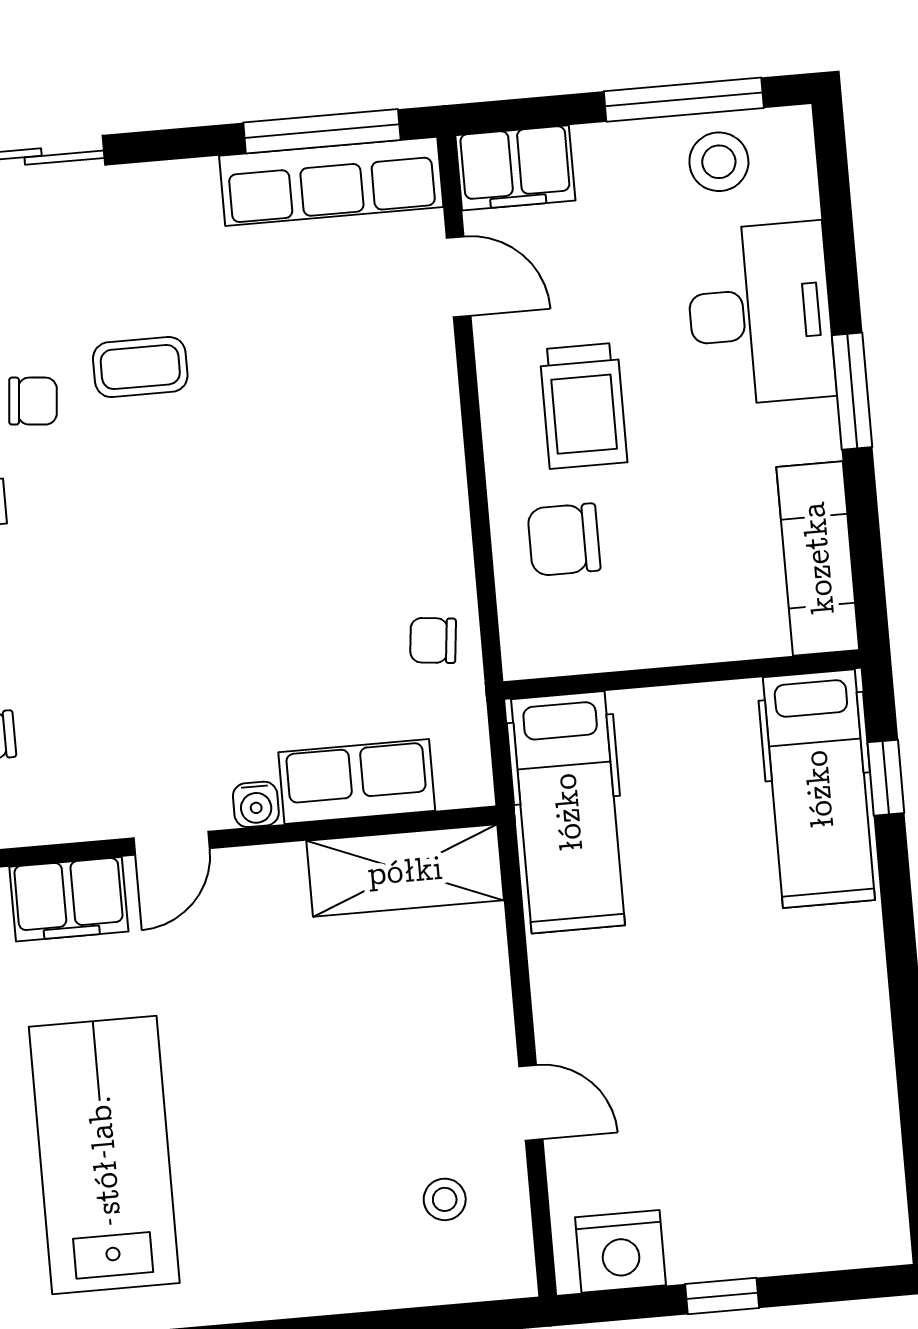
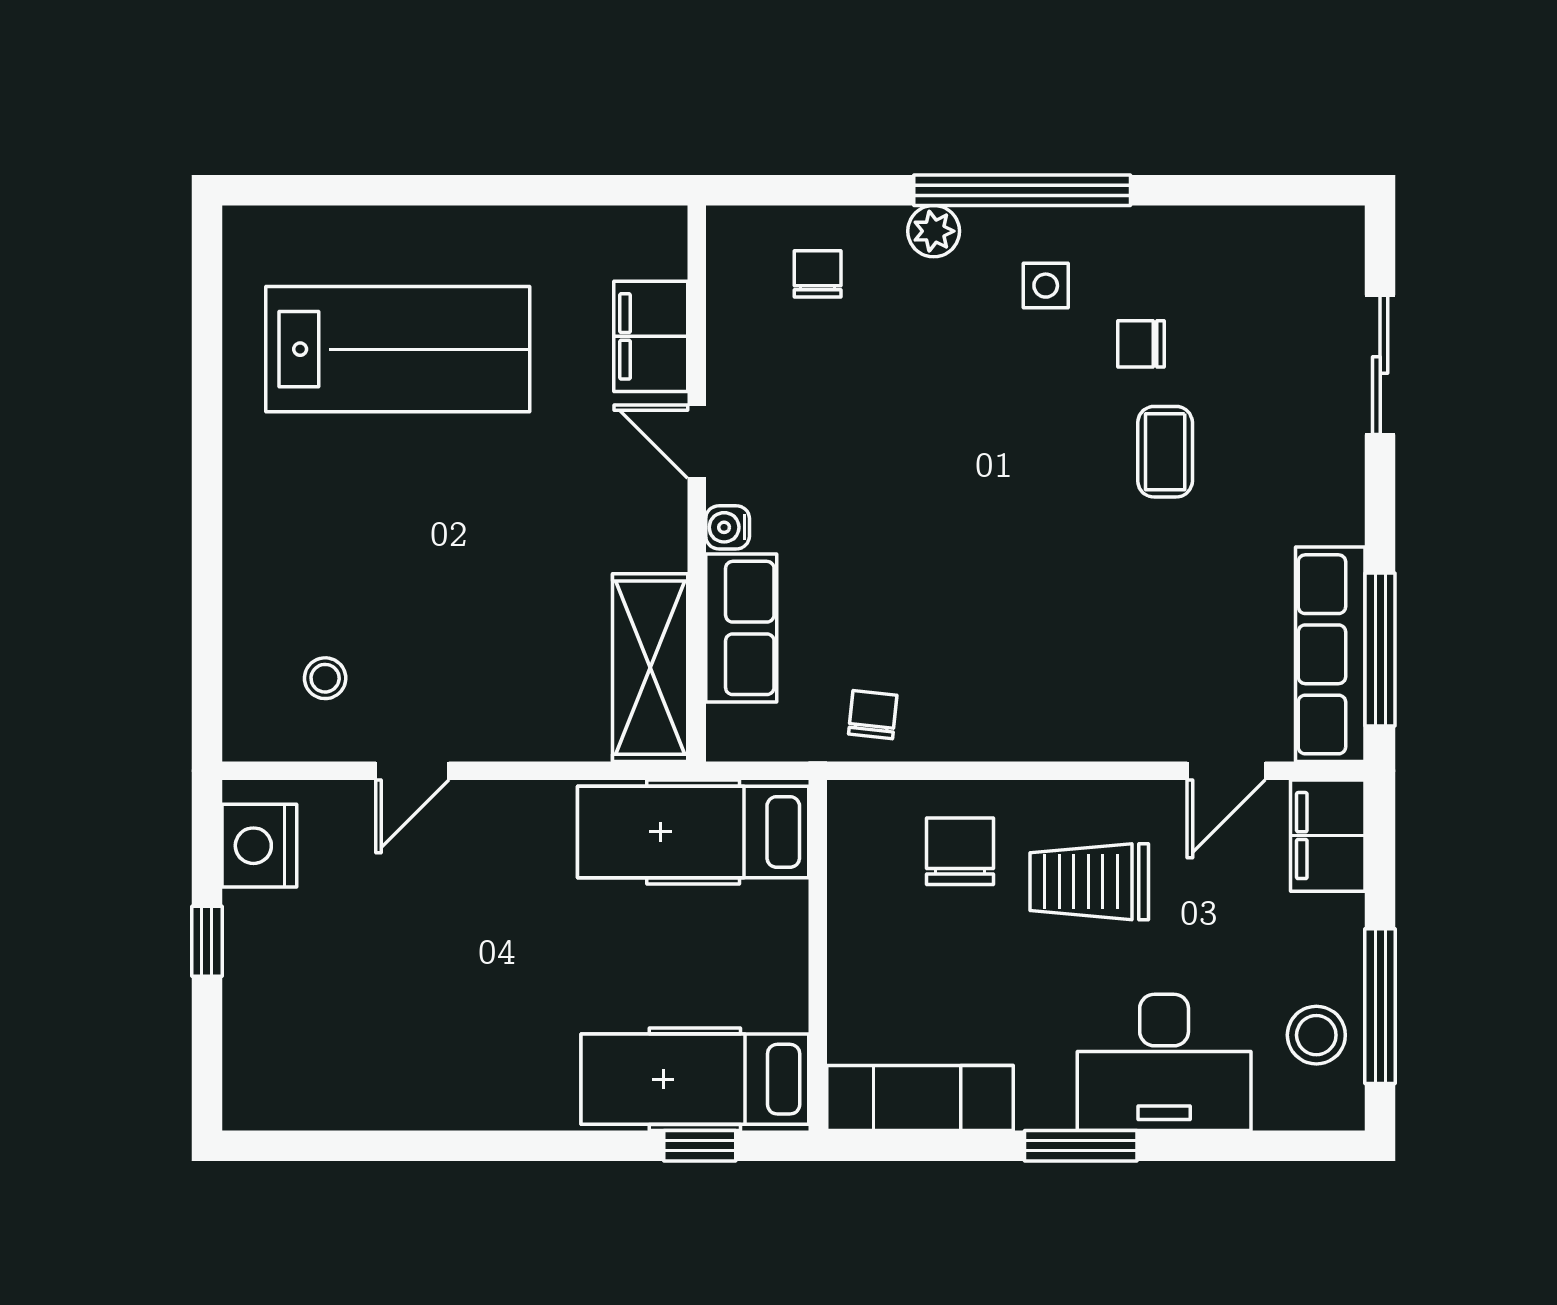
chair: (33, 401) -> (1141, 344), turned 85

